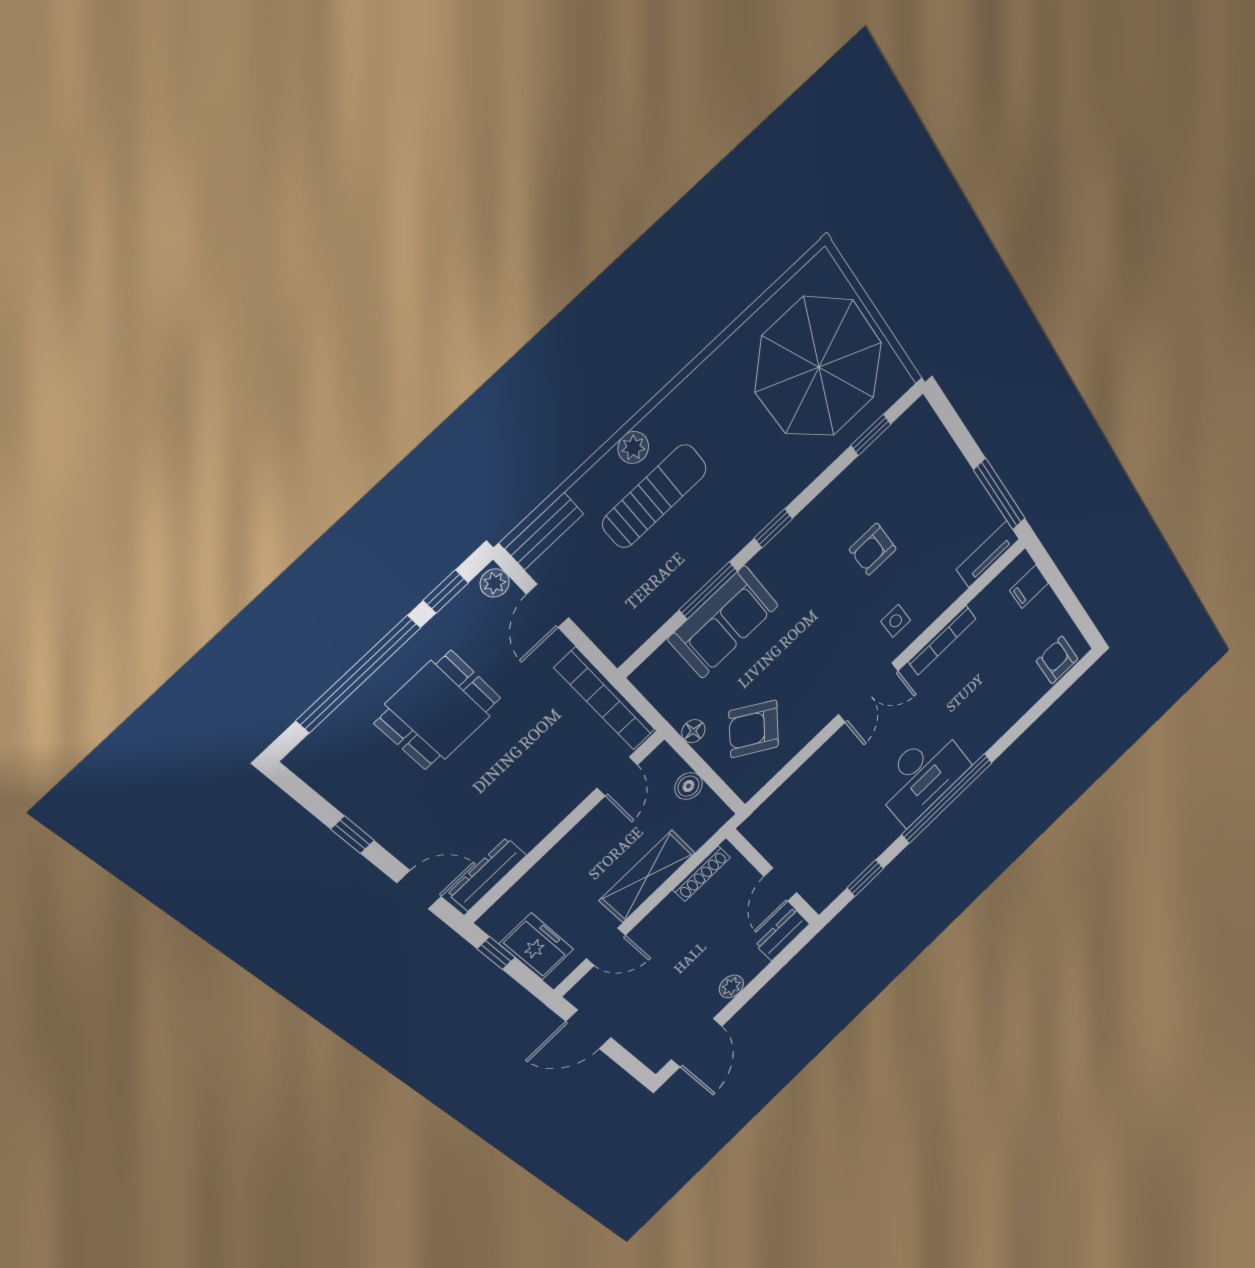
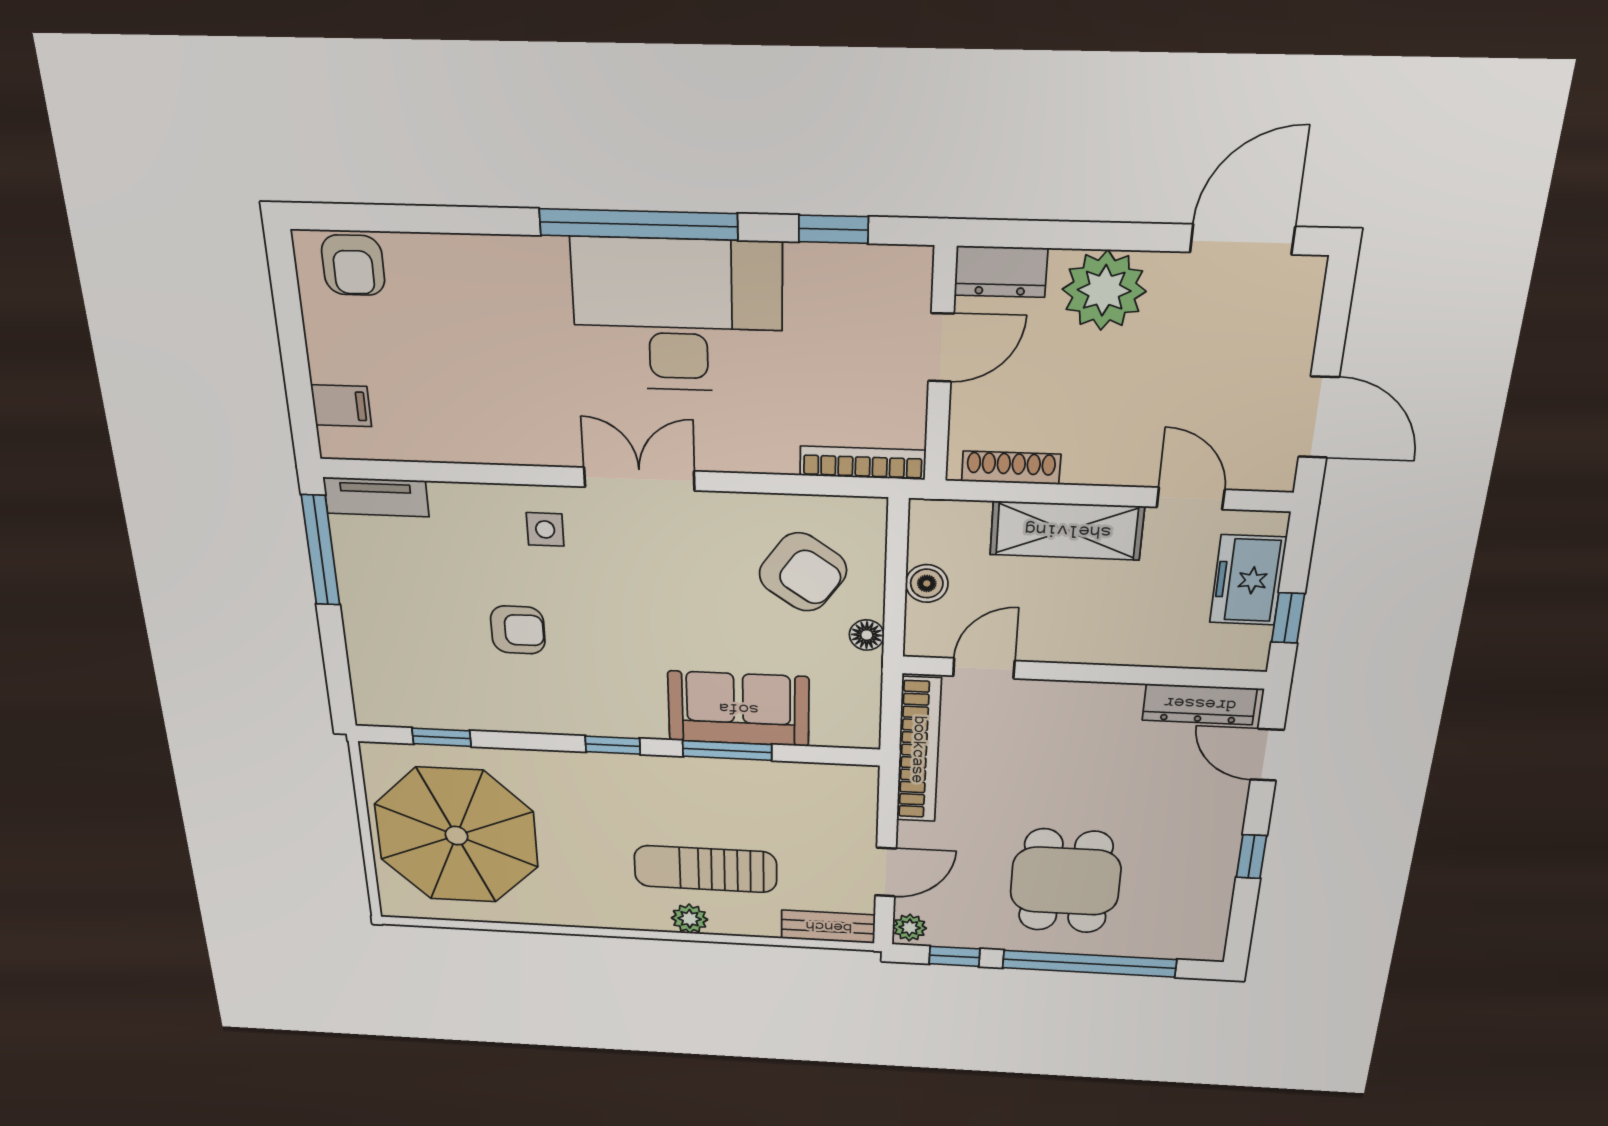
bookcase: (942, 640) -> (863, 463), moved
dining table: (438, 710) -> (1065, 881), turned 90
desk: (922, 776) -> (678, 316), width x1.36, depth x1.30
plant: (731, 987) -> (1104, 290), width x1.88, depth x1.88

